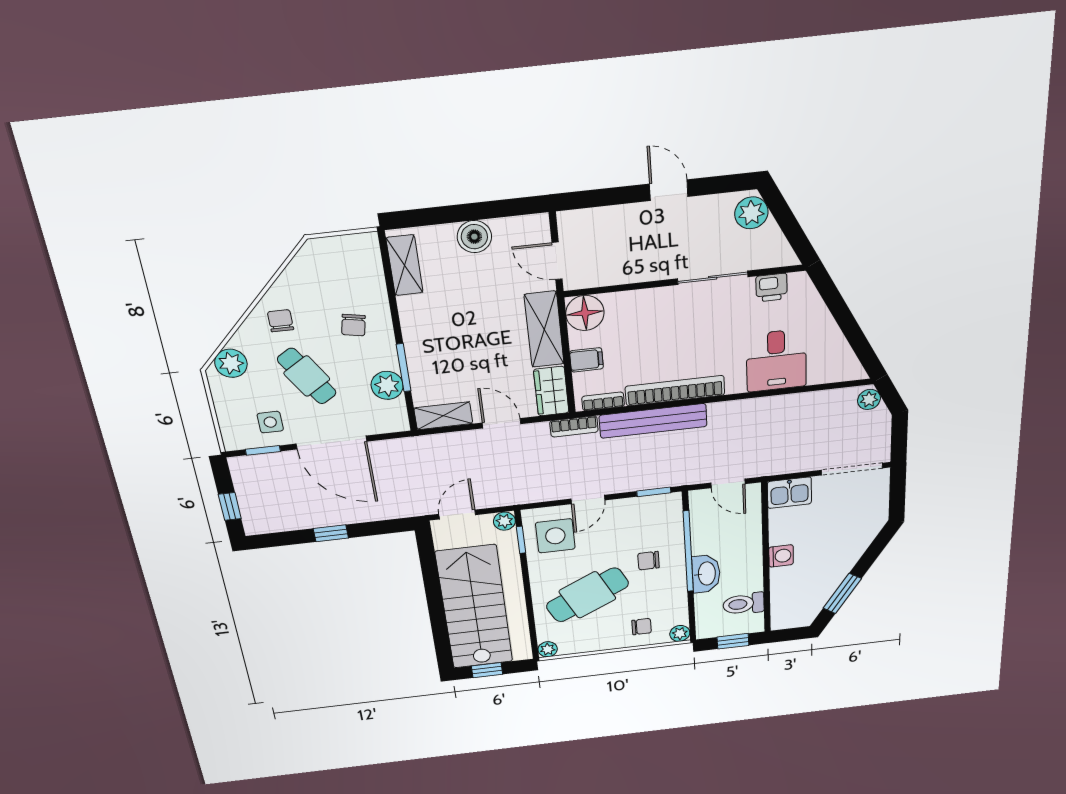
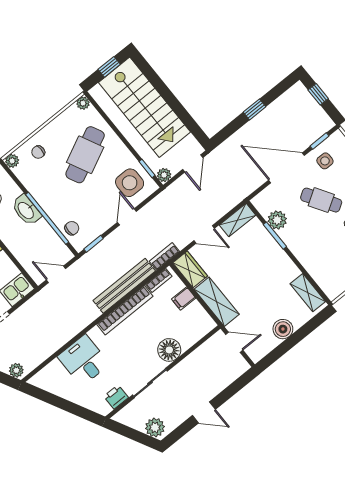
floor lamp: (585, 313) -> (169, 350), moved
chair: (353, 325) -> (314, 244), removed
chair: (648, 561) -> (72, 228), moved

